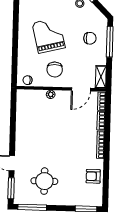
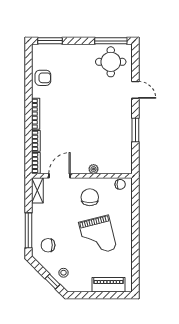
chair: (90, 38) -> (48, 245), moved
round table: (44, 181) -> (111, 62), moved
window: (11, 188) -> (135, 130), moved

